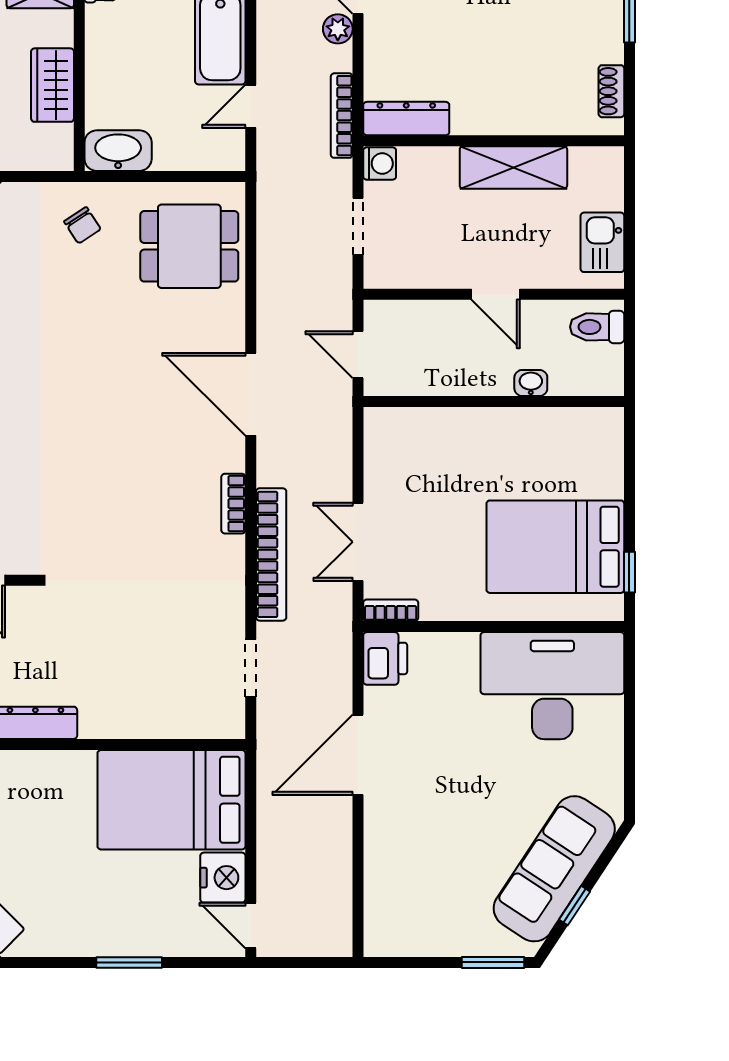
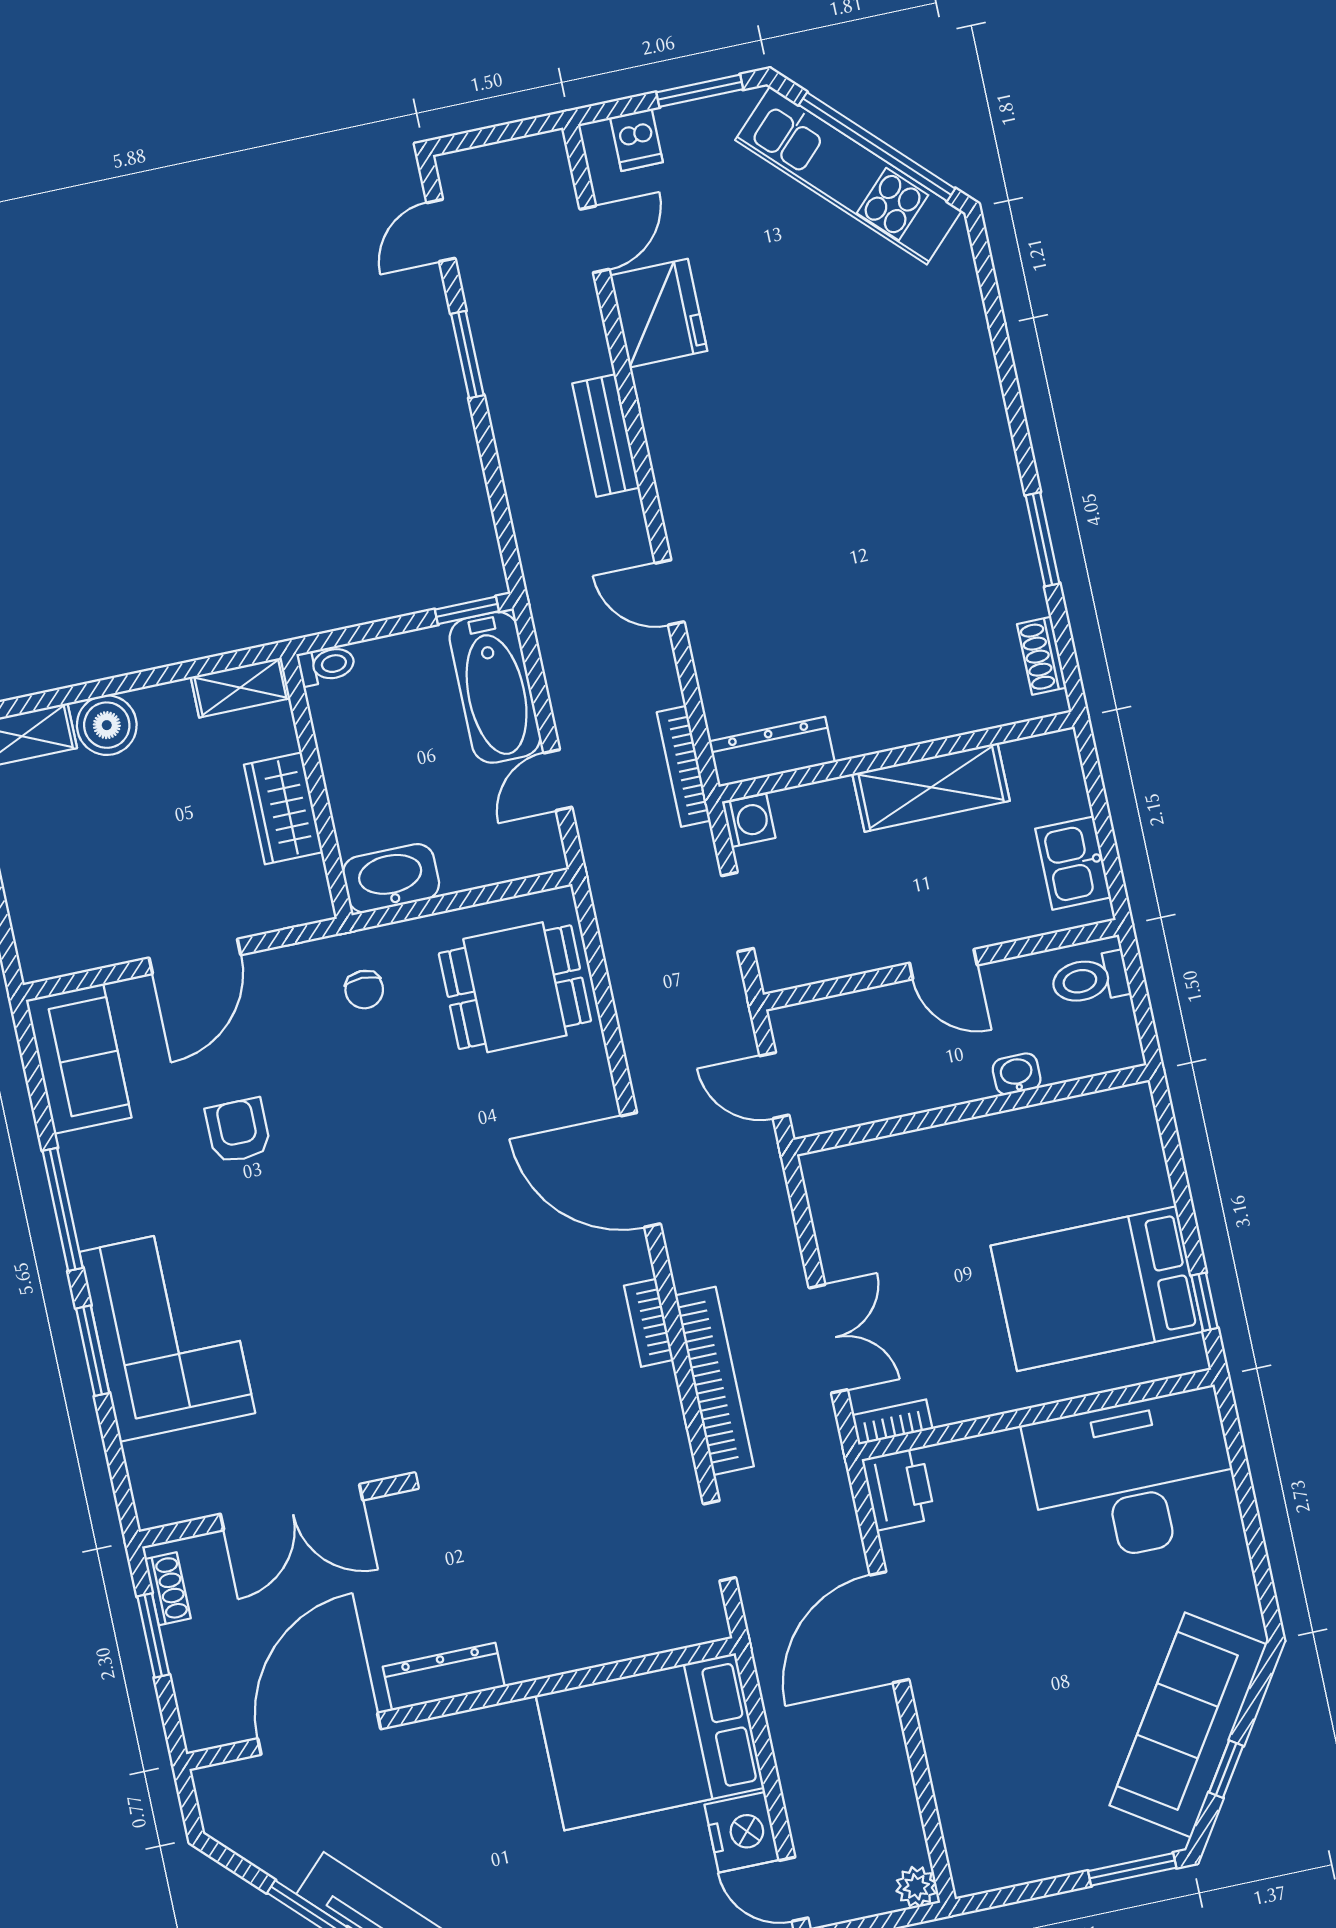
plant: (338, 29) -> (916, 1887), moved
chair: (82, 225) -> (364, 990), turned 33
double door: (358, 542) -> (828, 1339), swing flipped

